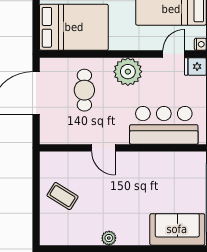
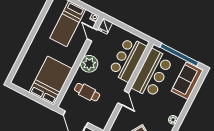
door: (103, 148) -> (123, 98), hinge flipped
bar counter: (161, 172) -> (152, 74), added

